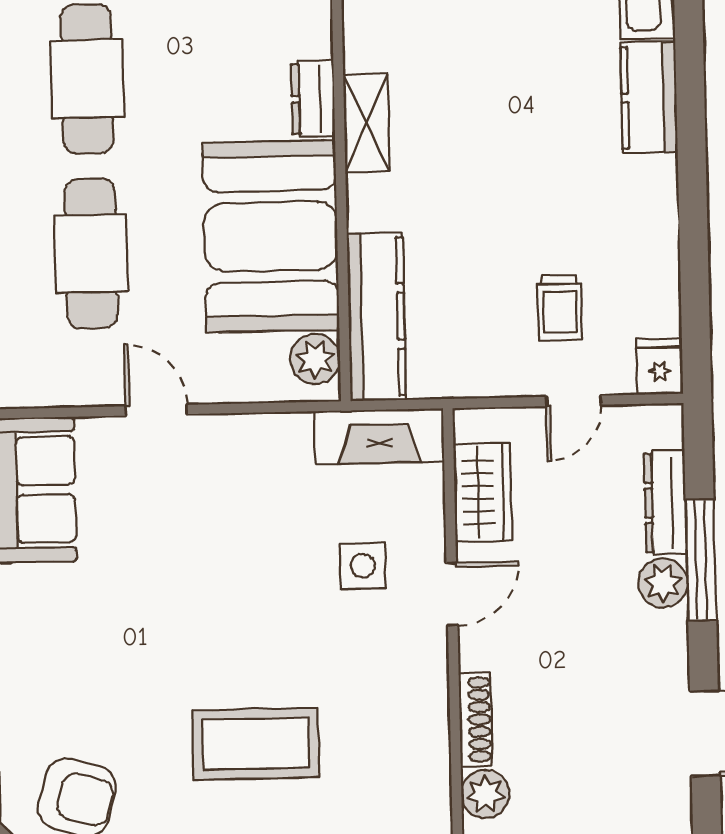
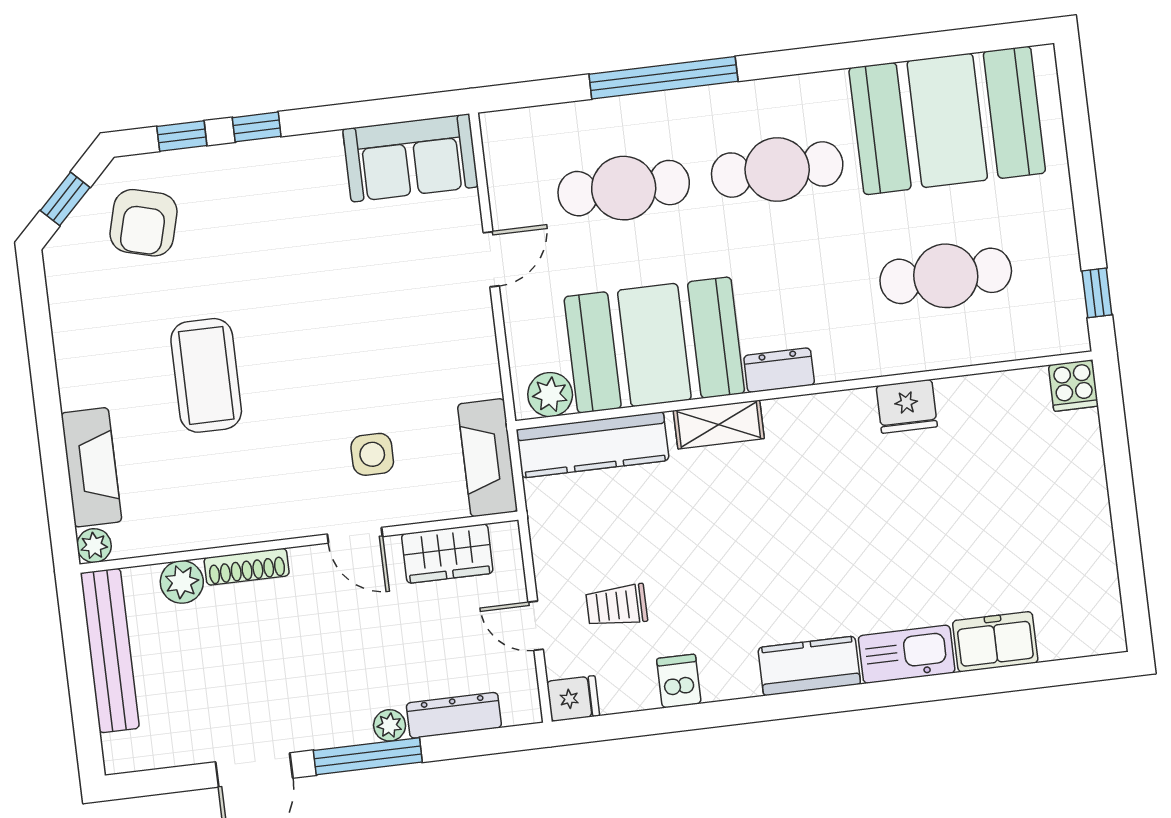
shelving: (366, 123) -> (719, 424), moved
dishwasher: (652, 246) -> (679, 681), added
window: (701, 560) -> (368, 756), moved
plant: (663, 583) -> (390, 725), width x0.73, depth x0.73

